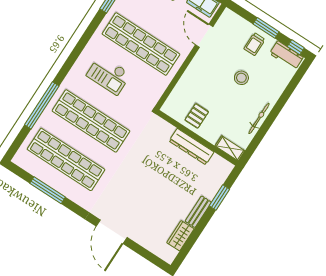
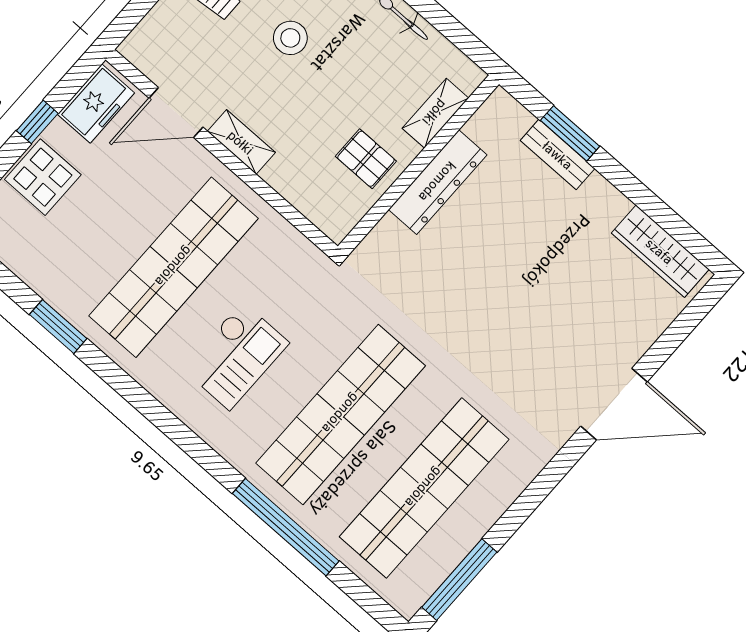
shelving: (196, 64) -> (241, 142), added
shelving: (230, 148) -> (435, 113), moved
window: (48, 190) -> (459, 580), moved
bench: (198, 212) -> (558, 155), moved
wardrobe: (180, 236) -> (660, 251), width x1.50

